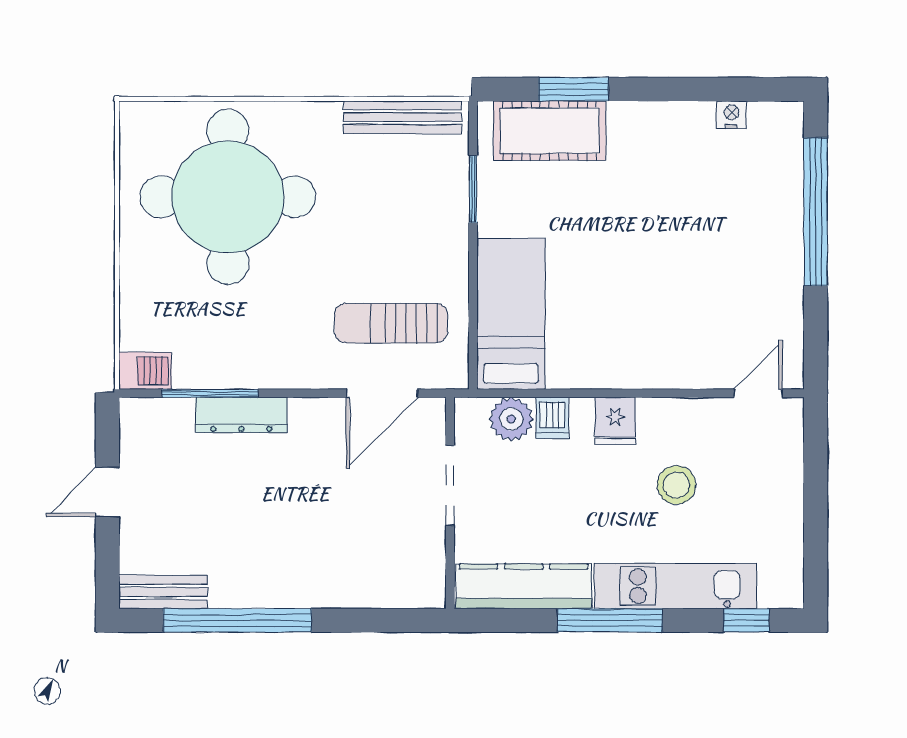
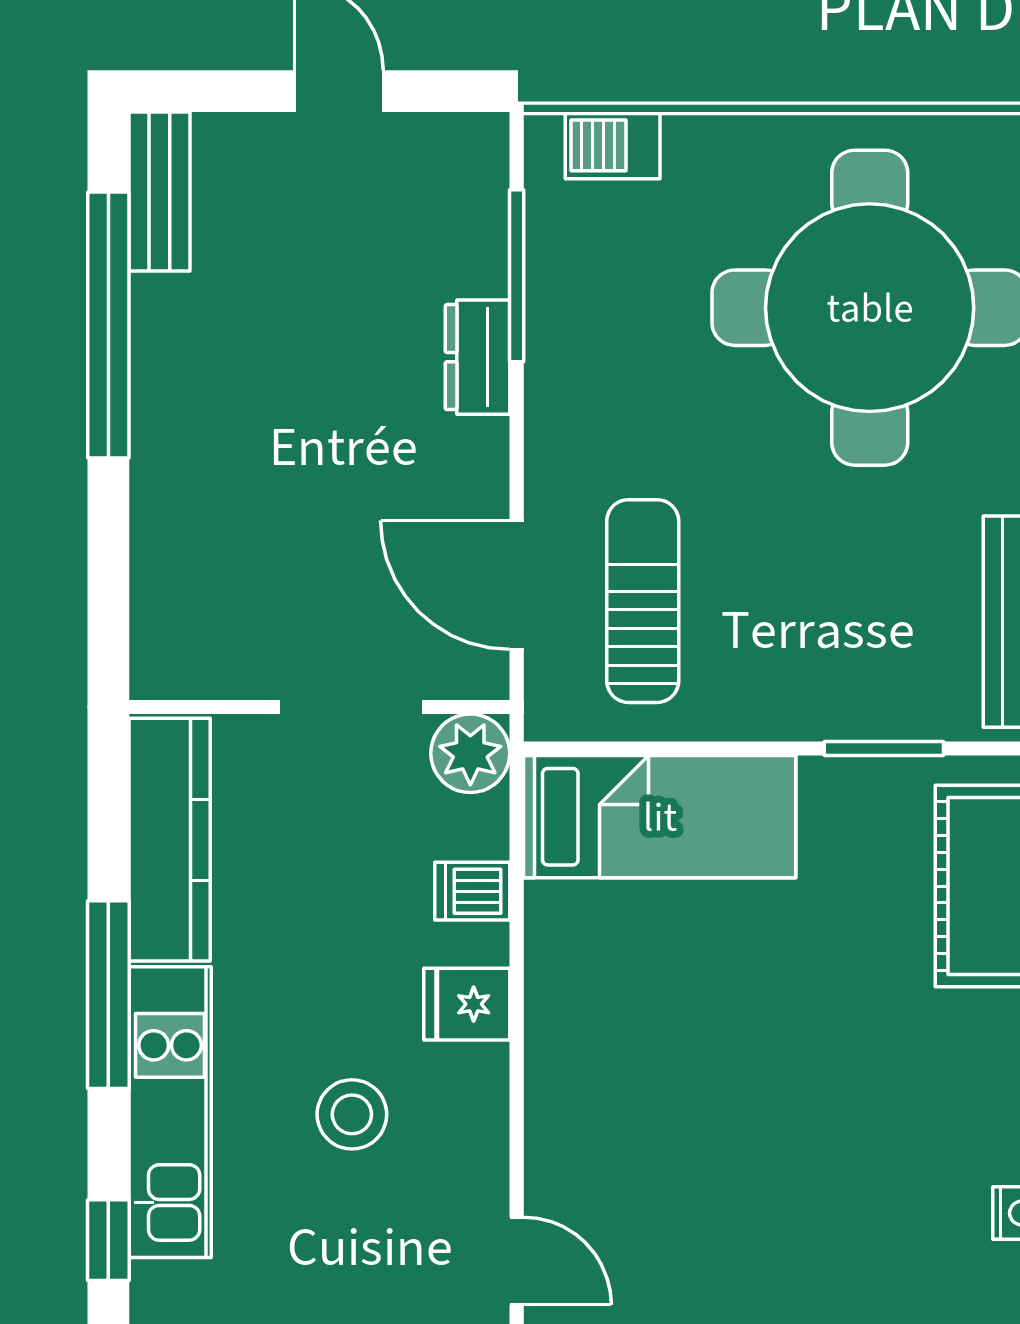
barbecue: (145, 371) -> (613, 145), moved, turned 90
dresser: (241, 415) -> (477, 357), width x0.70
plant: (511, 419) -> (470, 753), moved

